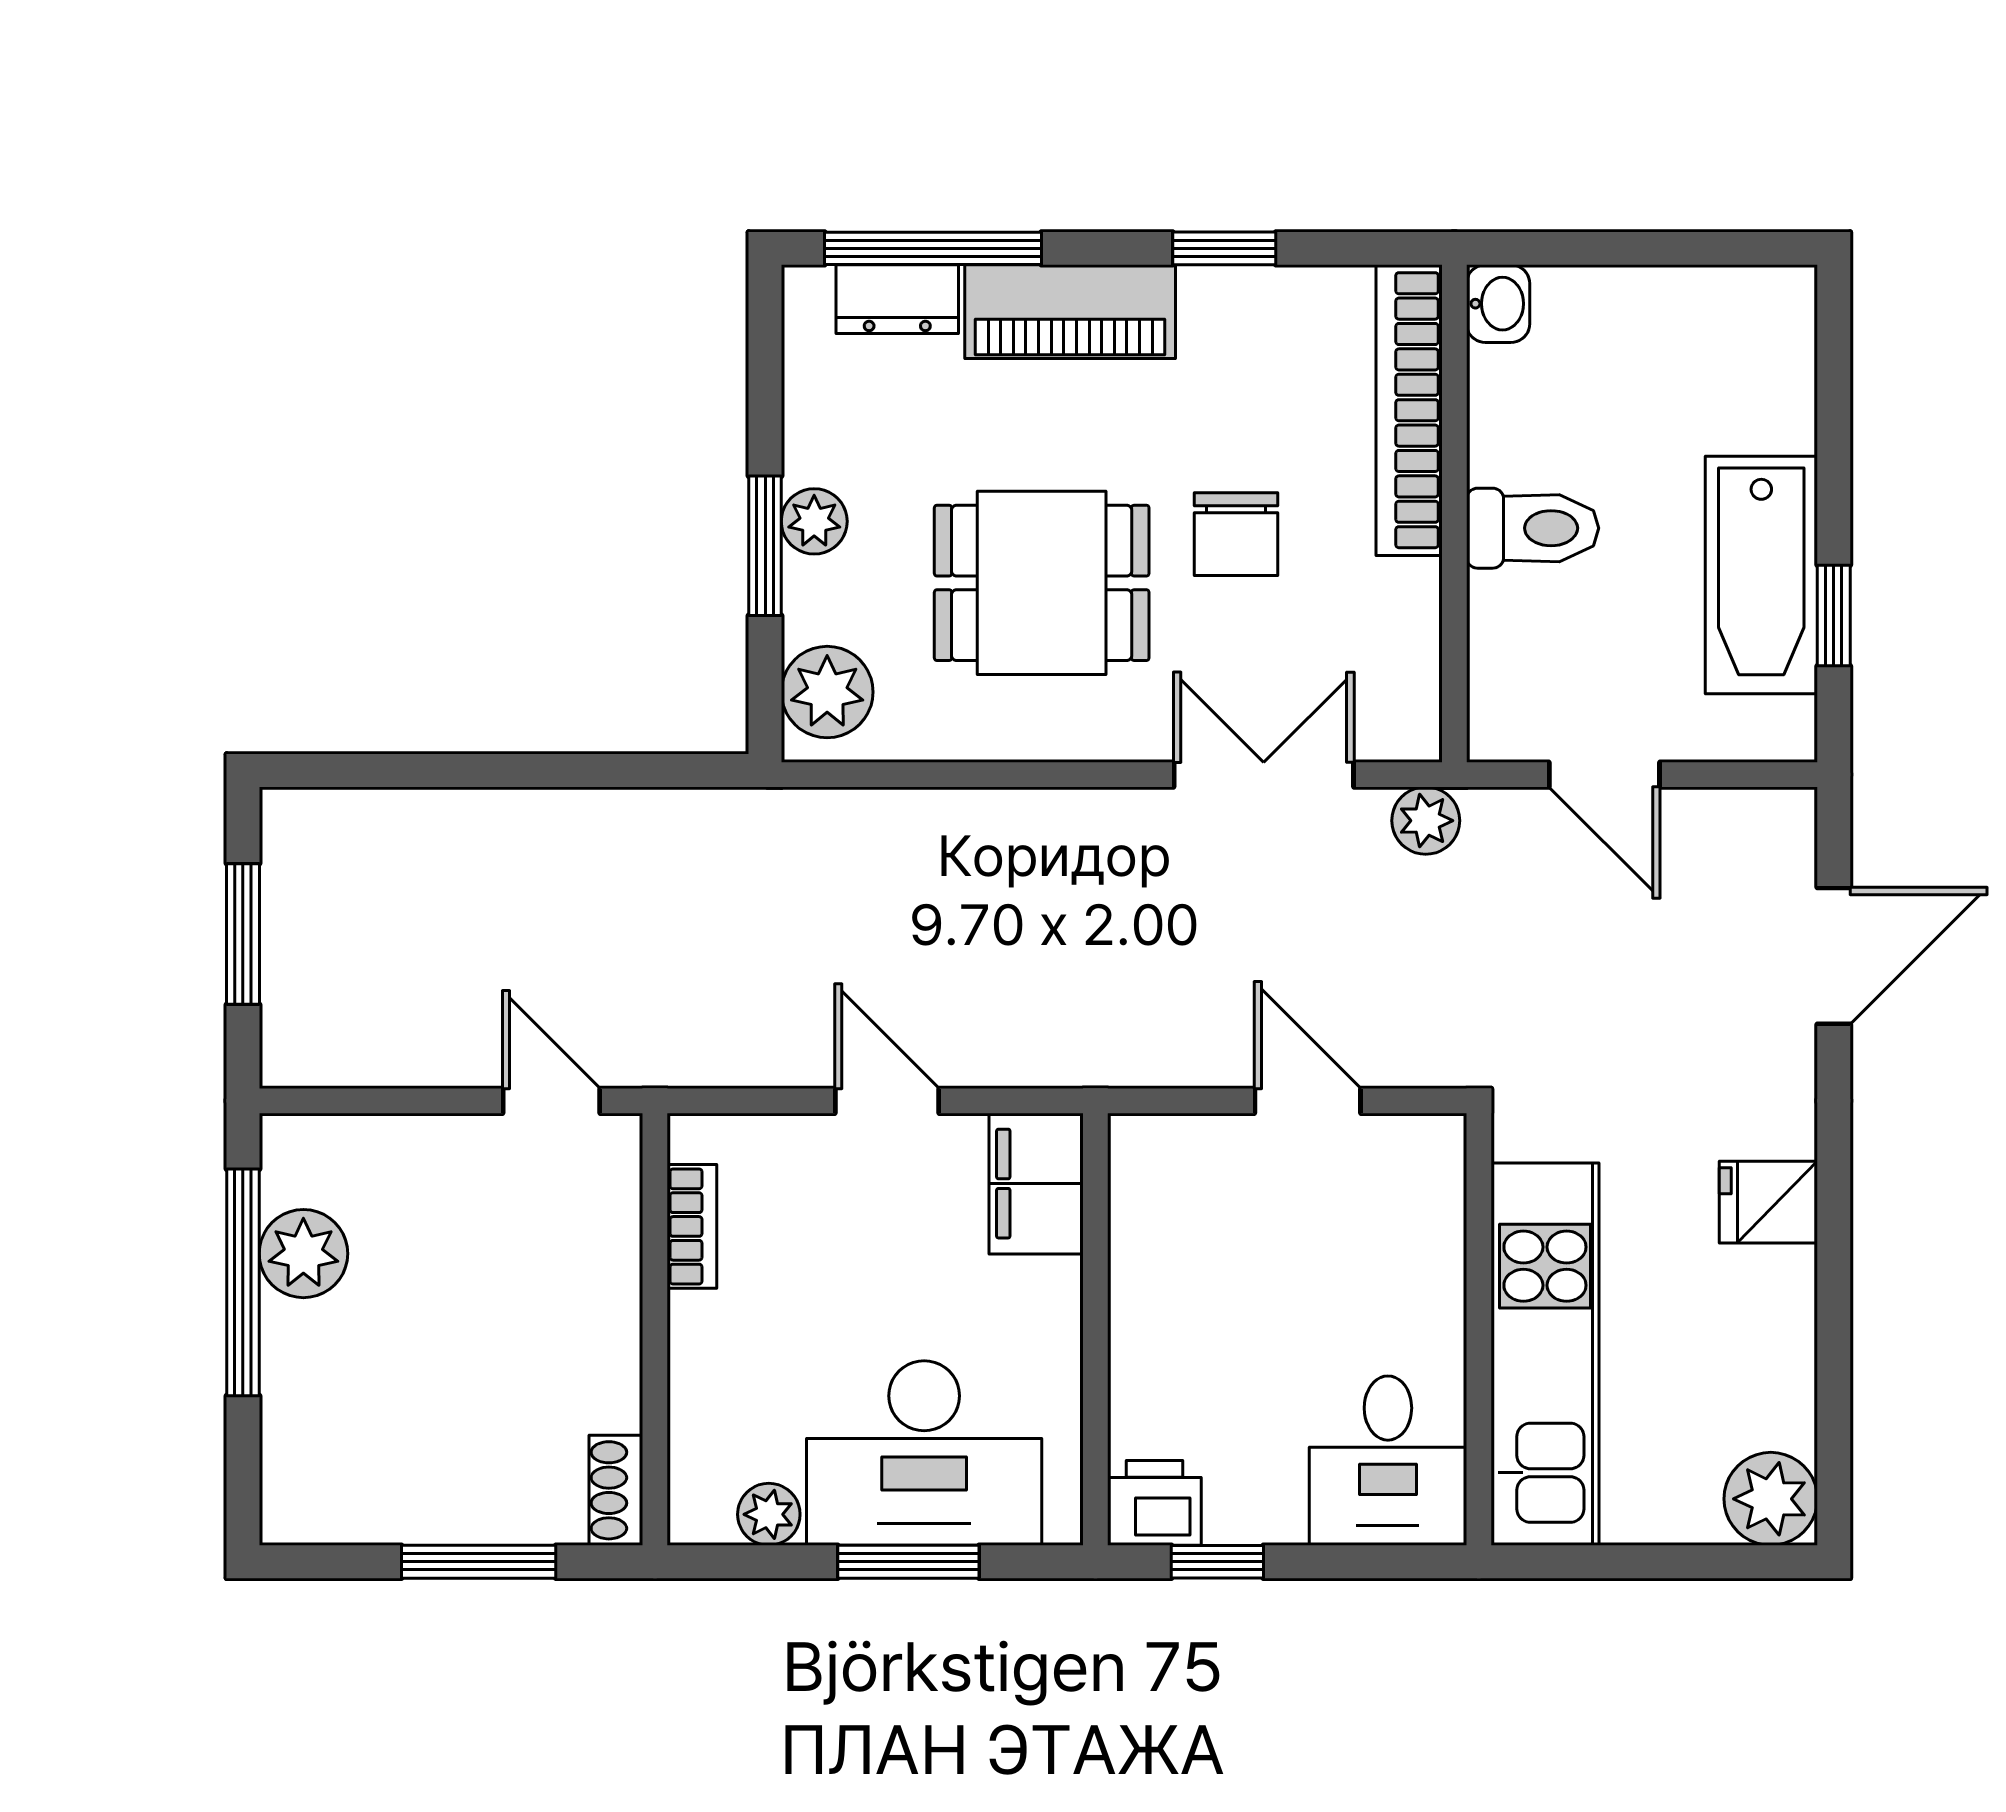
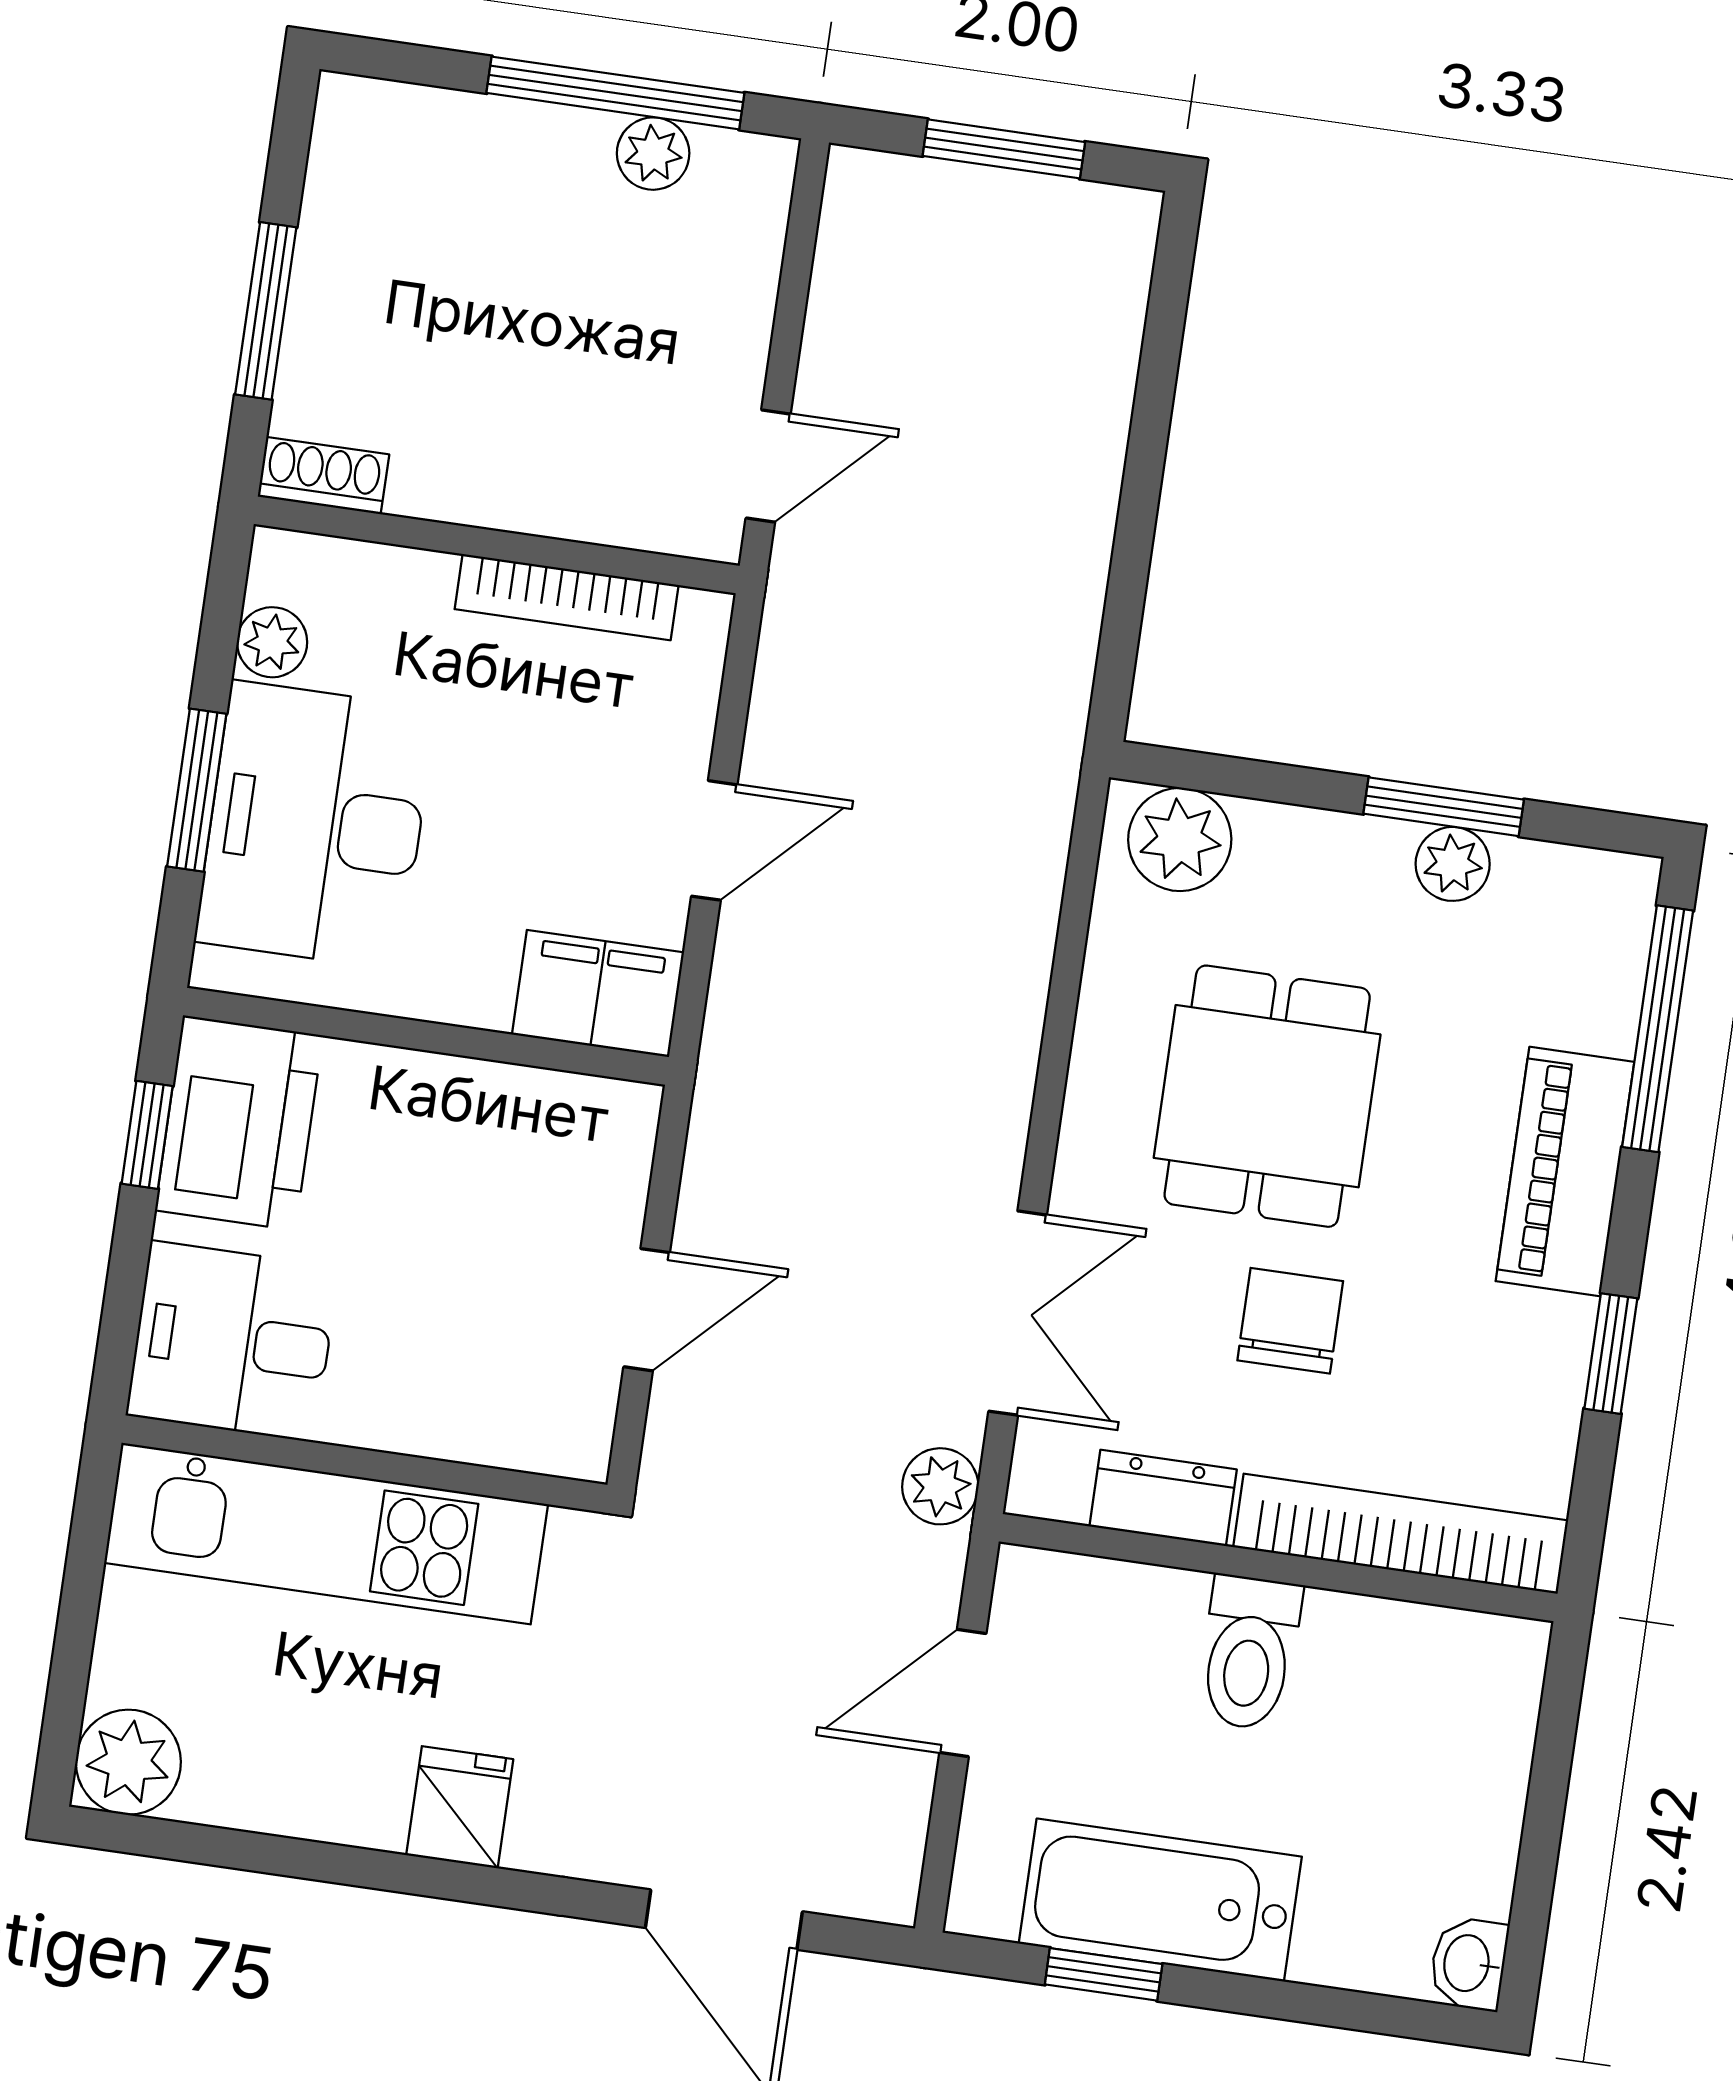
dresser: (897, 299) -> (1163, 1498), moved, turned 90
washbasin: (1498, 304) -> (1469, 1963), moved, turned 90
plant: (814, 521) -> (1453, 864), moved
chair: (1236, 534) -> (1290, 1321), turned 90
window: (765, 546) -> (1444, 807), moved
bookcase: (692, 1226) -> (567, 597), width x1.56
plant: (303, 1254) -> (653, 154), width x0.73, depth x0.73
printer: (1154, 1503) -> (239, 1123), width x1.87, depth x1.48

